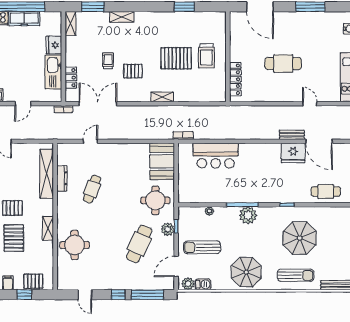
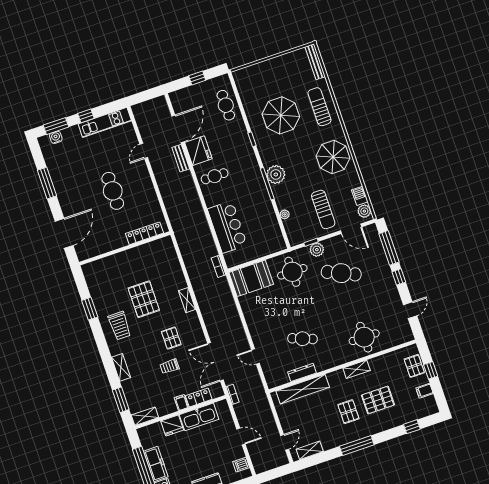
trolley: (206, 56) -> (120, 326), moved, turned 90
filing cabinet: (72, 60) -> (181, 403), added
cafe table: (265, 160) -> (215, 176), added

